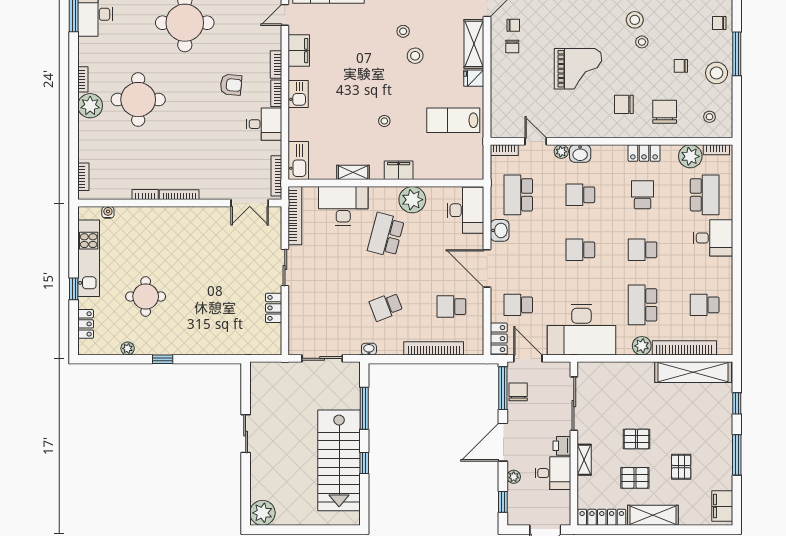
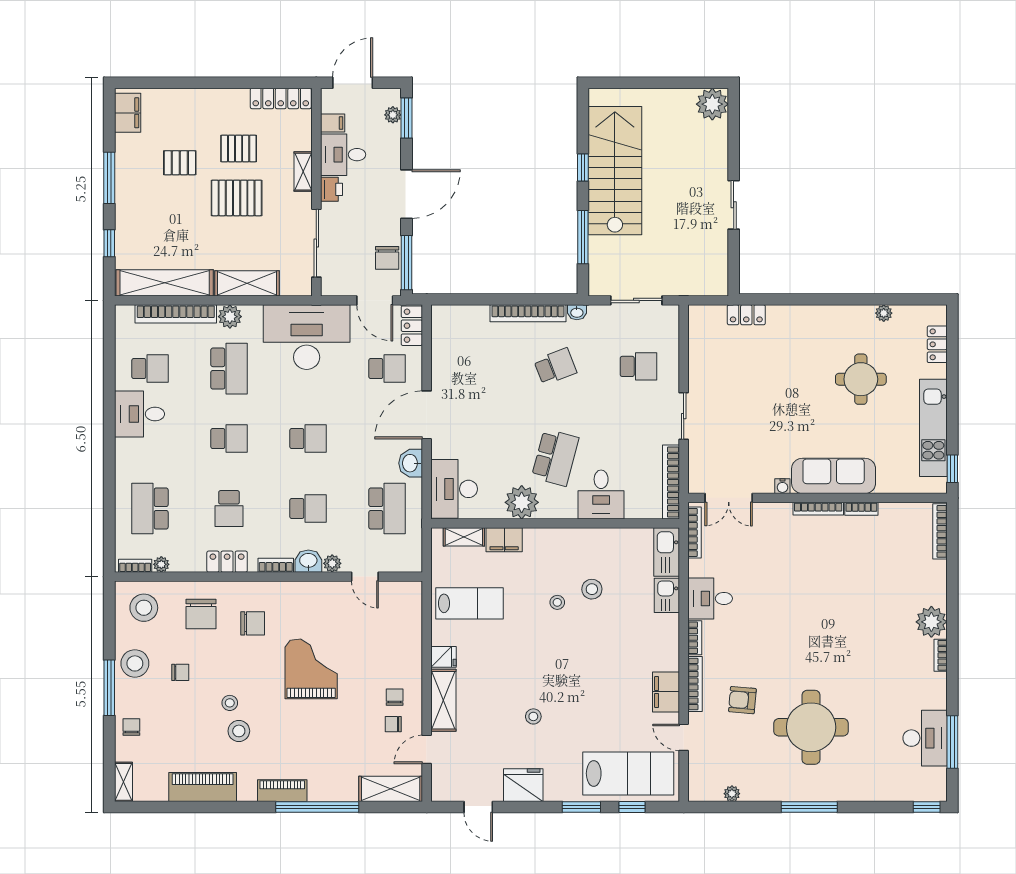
door: (285, 15) -> (684, 737), swing flipped
chair: (719, 23) -> (131, 727), turned -90
stool: (415, 56) -> (592, 589), moved
bookcase: (276, 65) -> (695, 684), width x1.56
grand piano: (578, 69) -> (311, 669), turned 90
armchair: (231, 85) -> (742, 700), moved
kitchen sink: (298, 94) -> (667, 595), moved
round table: (138, 100) -> (870, 630), removed
stool: (709, 117) -> (144, 608), width x1.89, depth x1.89
bookcase: (504, 150) -> (276, 565), moved
plant: (690, 156) -> (161, 564), width x0.53, depth x0.53
filing cabinet: (399, 170) -> (504, 540), moved
shelving: (353, 172) -> (464, 537), moved
bookcase: (83, 177) -> (940, 531), width x1.56
double door: (250, 203) -> (729, 498), swing flipped
desk: (343, 206) -> (601, 495), width x0.73
water cooler: (108, 212) -> (782, 486), moved
sofa: (167, 220) -> (834, 476), added
desk: (713, 238) -> (139, 414), moved
door: (487, 268) -> (427, 415), swing flipped
window: (74, 289) -> (952, 469), moved
school desk: (451, 307) -> (638, 366), moved
locker: (274, 308) -> (746, 315), moved, turned 90
bookcase: (434, 348) -> (528, 313), moved
window: (163, 359) -> (839, 299), removed
pallet: (637, 439) -> (237, 198), width x1.50, depth x1.42
pallet: (681, 467) -> (180, 163), turned 90
plant: (514, 477) -> (393, 115), moved
filing cabinet: (561, 498) -> (333, 123), added
window: (503, 502) -> (407, 118), width x1.50
shelving: (653, 515) -> (247, 283), moved

